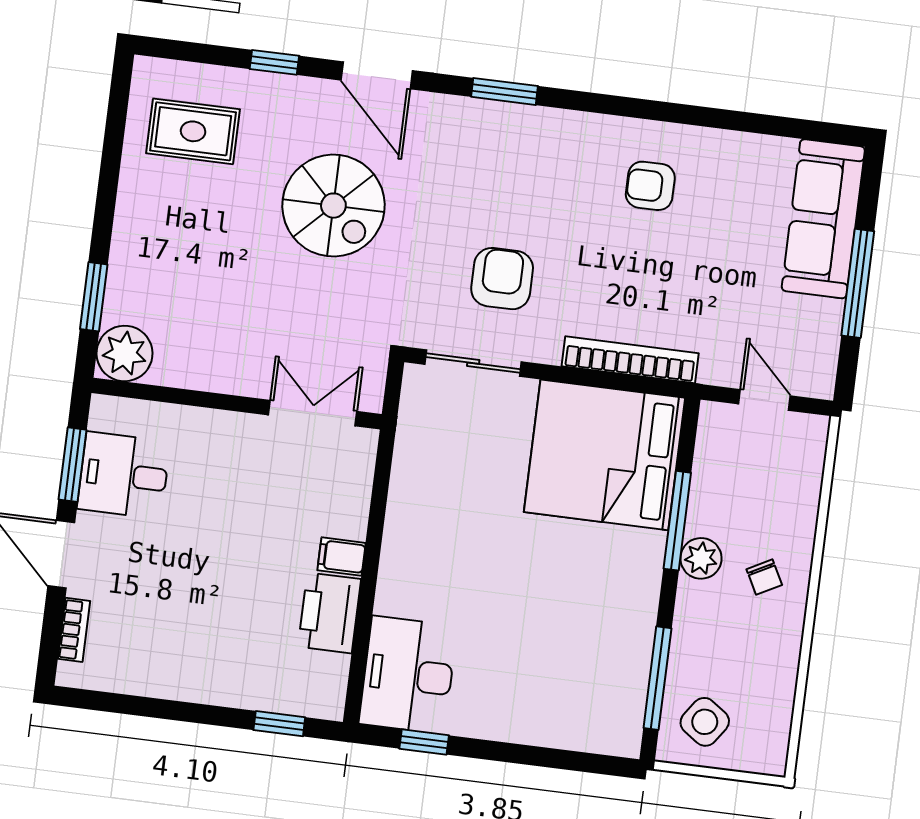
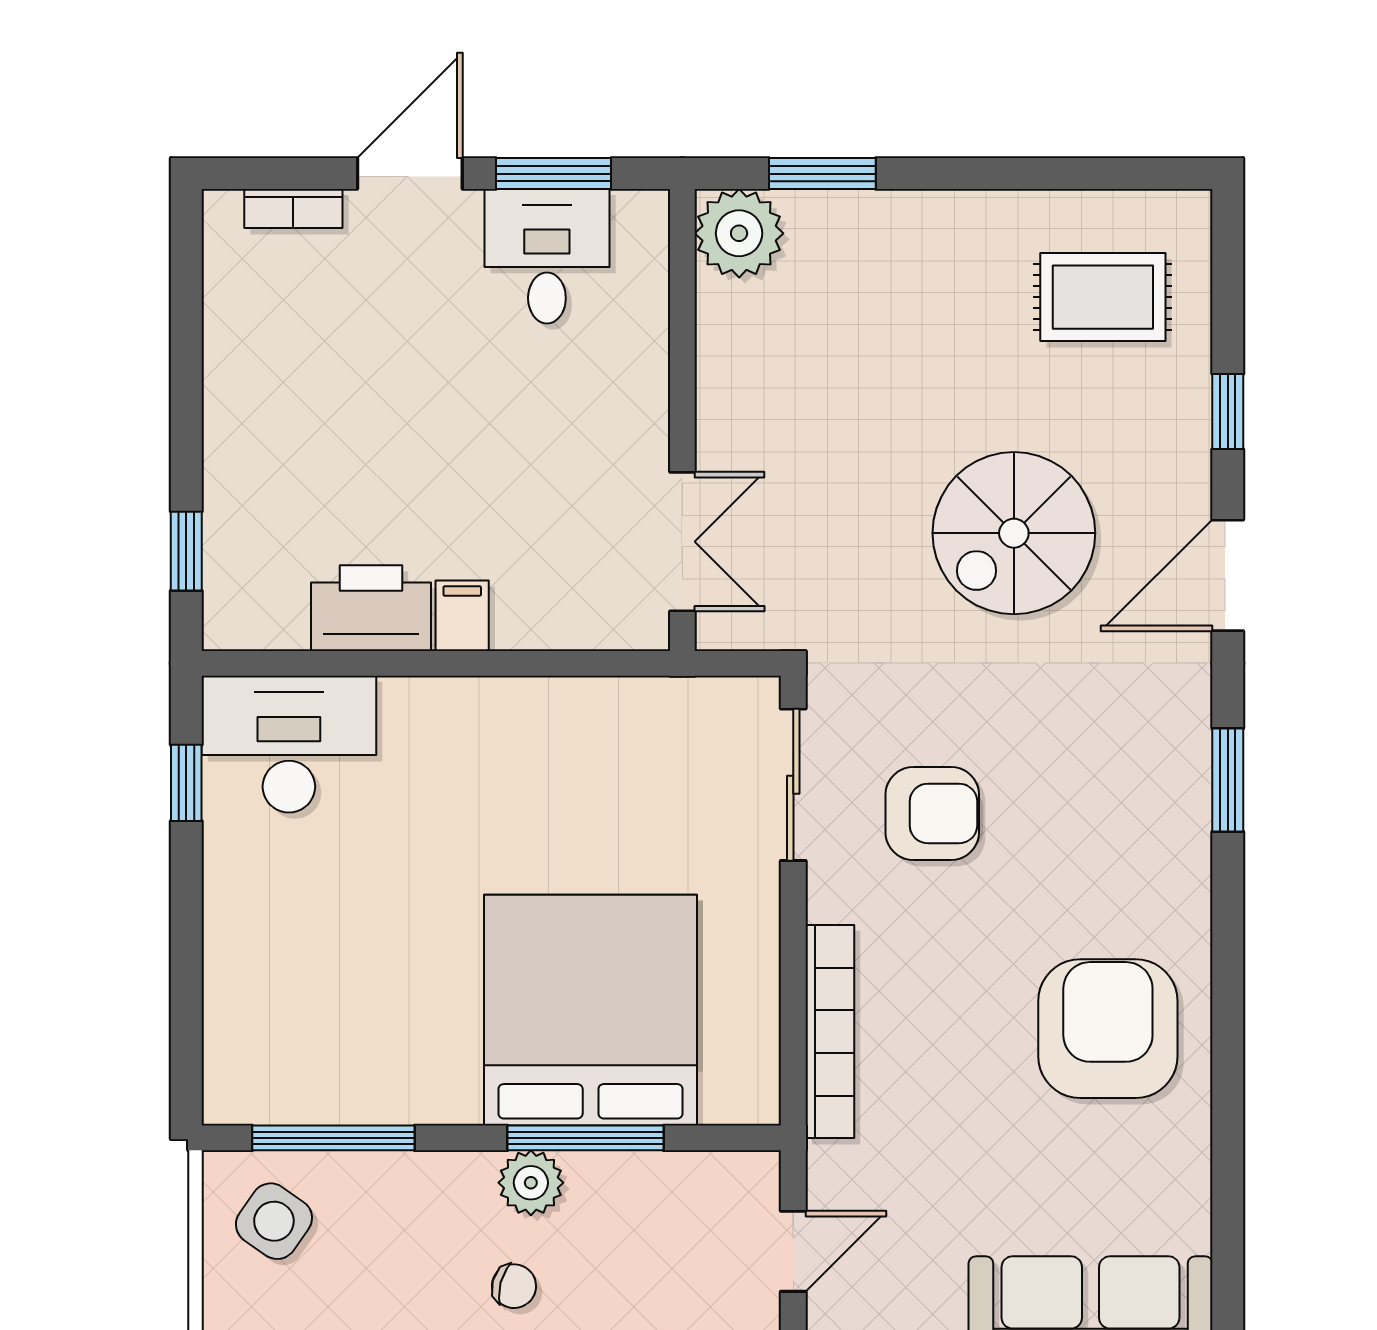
rug: (193, 131) -> (1103, 297), turned 90
armchair: (650, 186) -> (1108, 1029), width x1.88, depth x1.88
bed: (604, 455) -> (591, 1010), moved
chair: (764, 577) -> (514, 1286), turned -137

